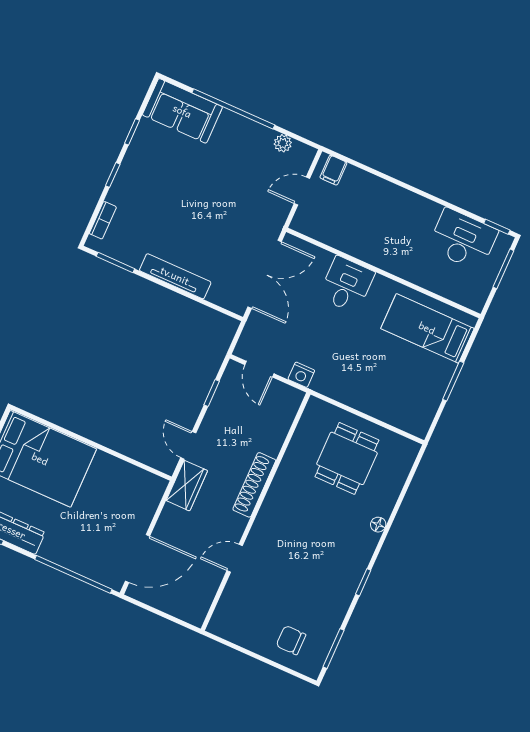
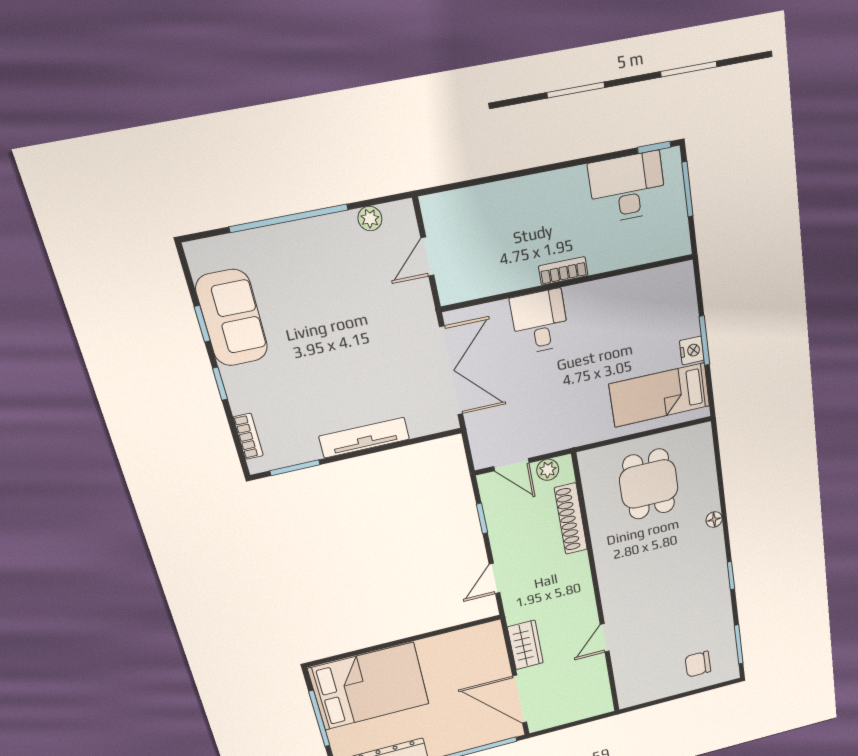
sofa: (182, 111) -> (232, 318), moved, turned -90
filing cabinet: (333, 170) -> (444, 209), removed
bookcase: (385, 263) -> (563, 271), added
bed: (427, 328) -> (660, 395), moved
nightstand: (301, 375) -> (692, 350), moved, turned -90
plant: (282, 392) -> (548, 470), added
door: (188, 445) -> (495, 579), hinge flipped
shoe rack: (254, 485) -> (571, 519), moved
wardrobe: (187, 486) -> (525, 645), moved
door: (138, 559) -> (520, 699), swing flipped

